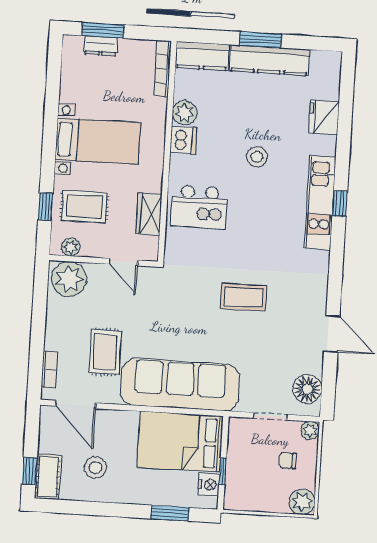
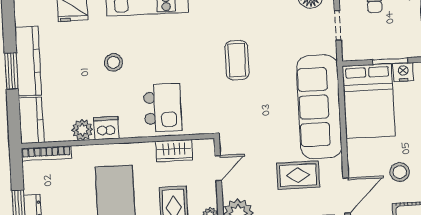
window: (223, 471) -> (390, 61), width x1.50

